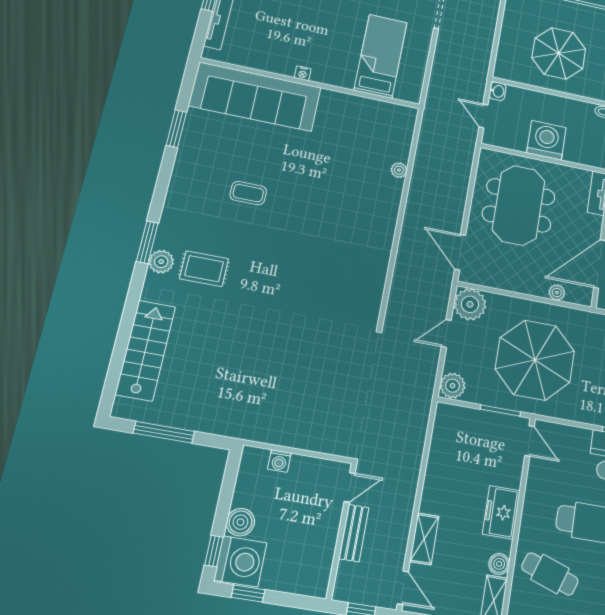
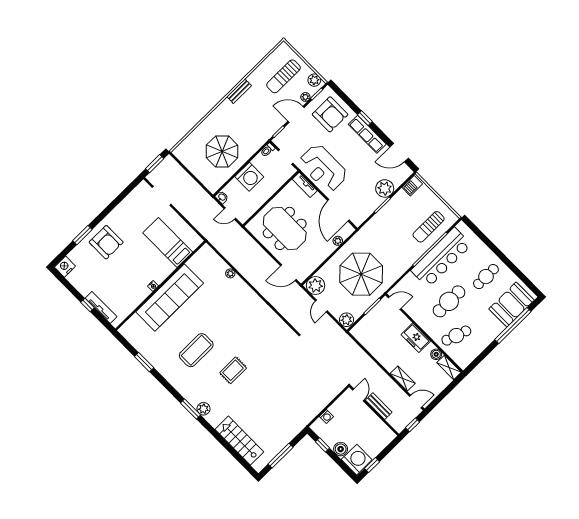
sofa: (255, 97) -> (170, 298), moved
washing machine: (546, 140) -> (249, 177), moved, turned 180
coffee table: (248, 193) -> (196, 350), width x1.86, depth x1.72
rug: (204, 269) -> (233, 370), moved
window: (214, 551) -> (322, 445), moved

